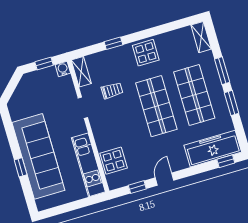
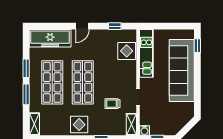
window: (226, 161) -> (43, 26), removed
window: (21, 167) -> (197, 46), moved
door: (165, 179) -> (82, 26), moved

